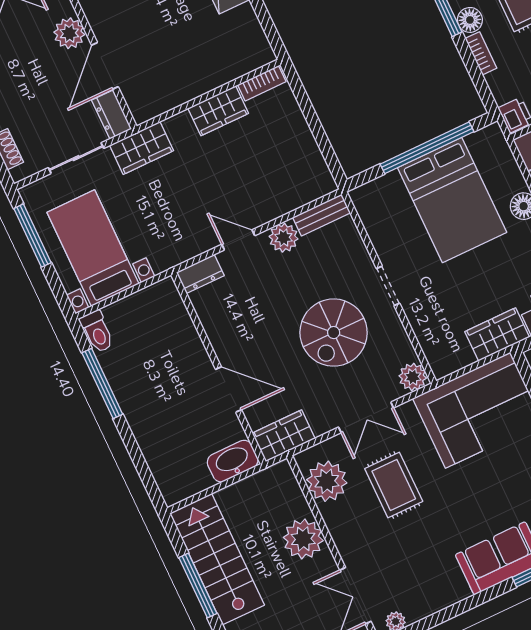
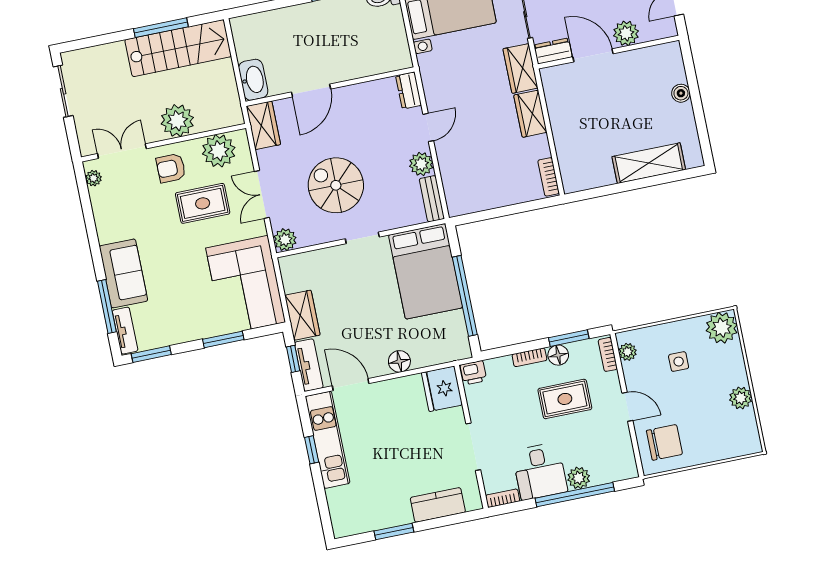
wardrobe: (218, 111) -> (530, 114), moved
bed: (452, 200) -> (426, 271), moved, turned -90
armchair: (361, 533) -> (171, 168), added

